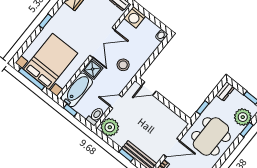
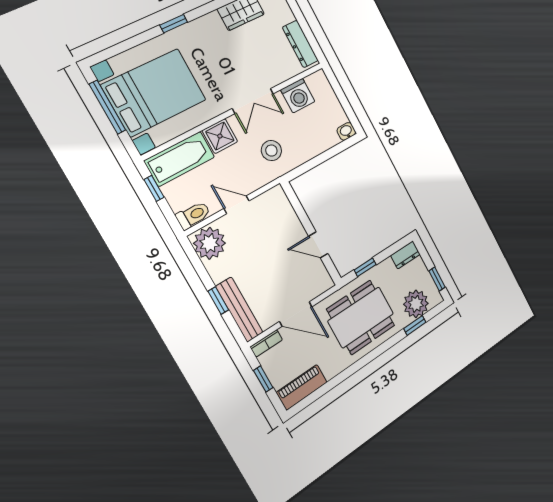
washing machine: (135, 17) -> (298, 96), moved, turned -90
double door: (102, 43) -> (253, 101), width x0.73
door: (149, 89) -> (318, 245), moved

